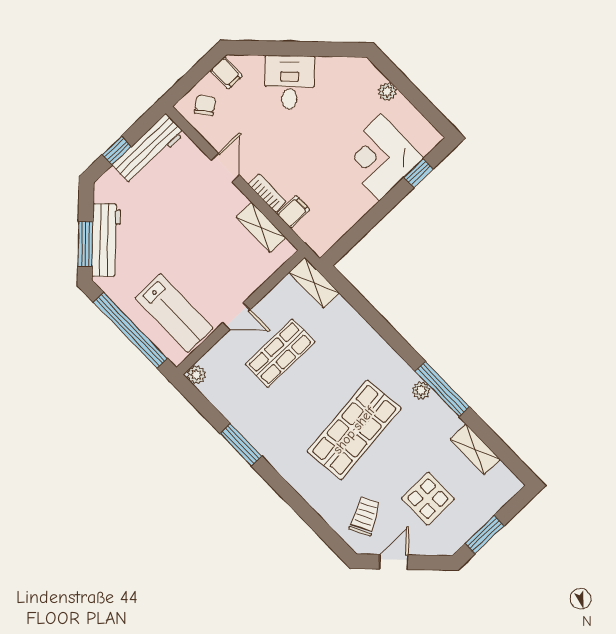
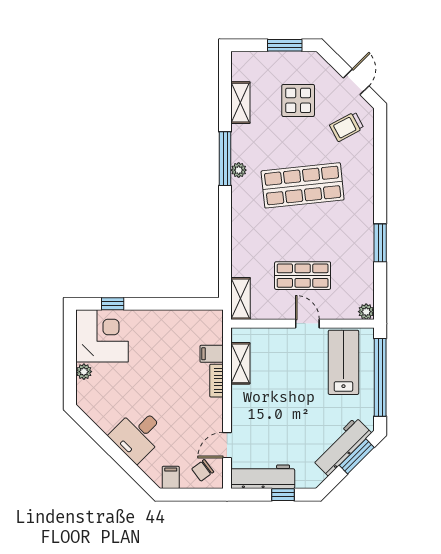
corner desk: (380, 157) -> (102, 336), moved, turned -90
door: (225, 168) -> (227, 445), moved
door: (394, 562) -> (356, 82), swing flipped

